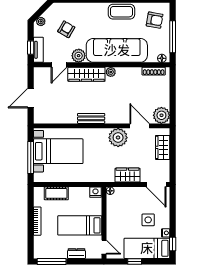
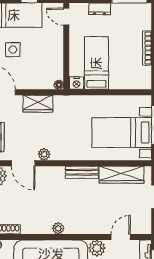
wardrobe: (86, 74) -> (122, 175), moved, turned 180
plant: (118, 138) -> (44, 154), width x0.53, depth x0.53
cot: (56, 193) -> (124, 82), removed
bed: (80, 225) -> (96, 63), moved, turned -90

